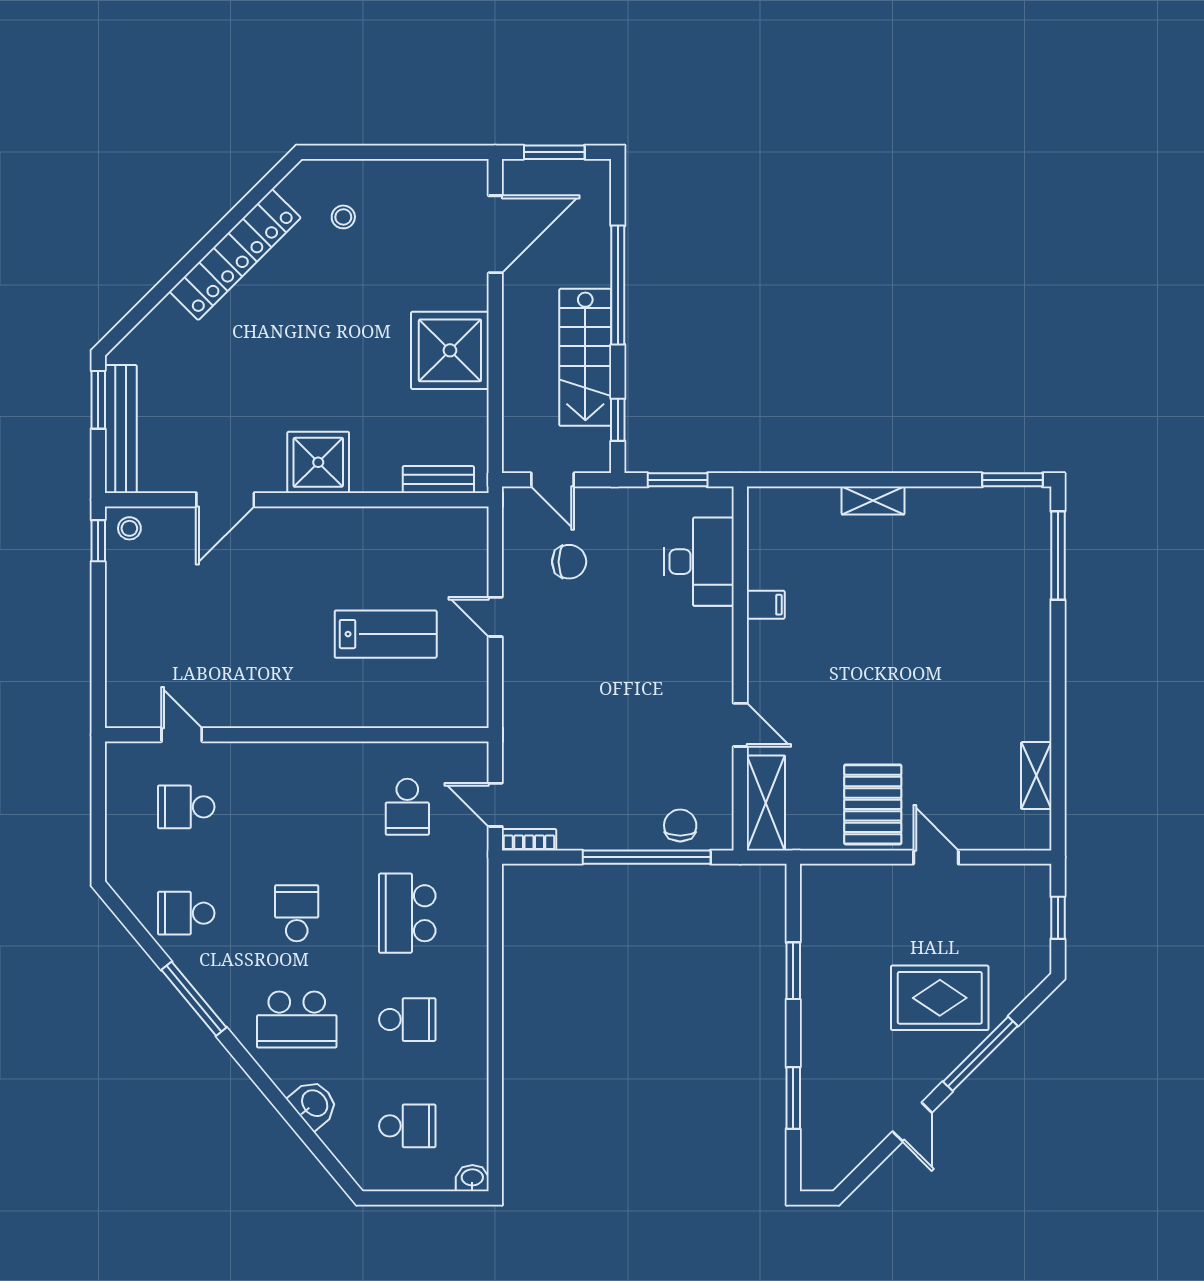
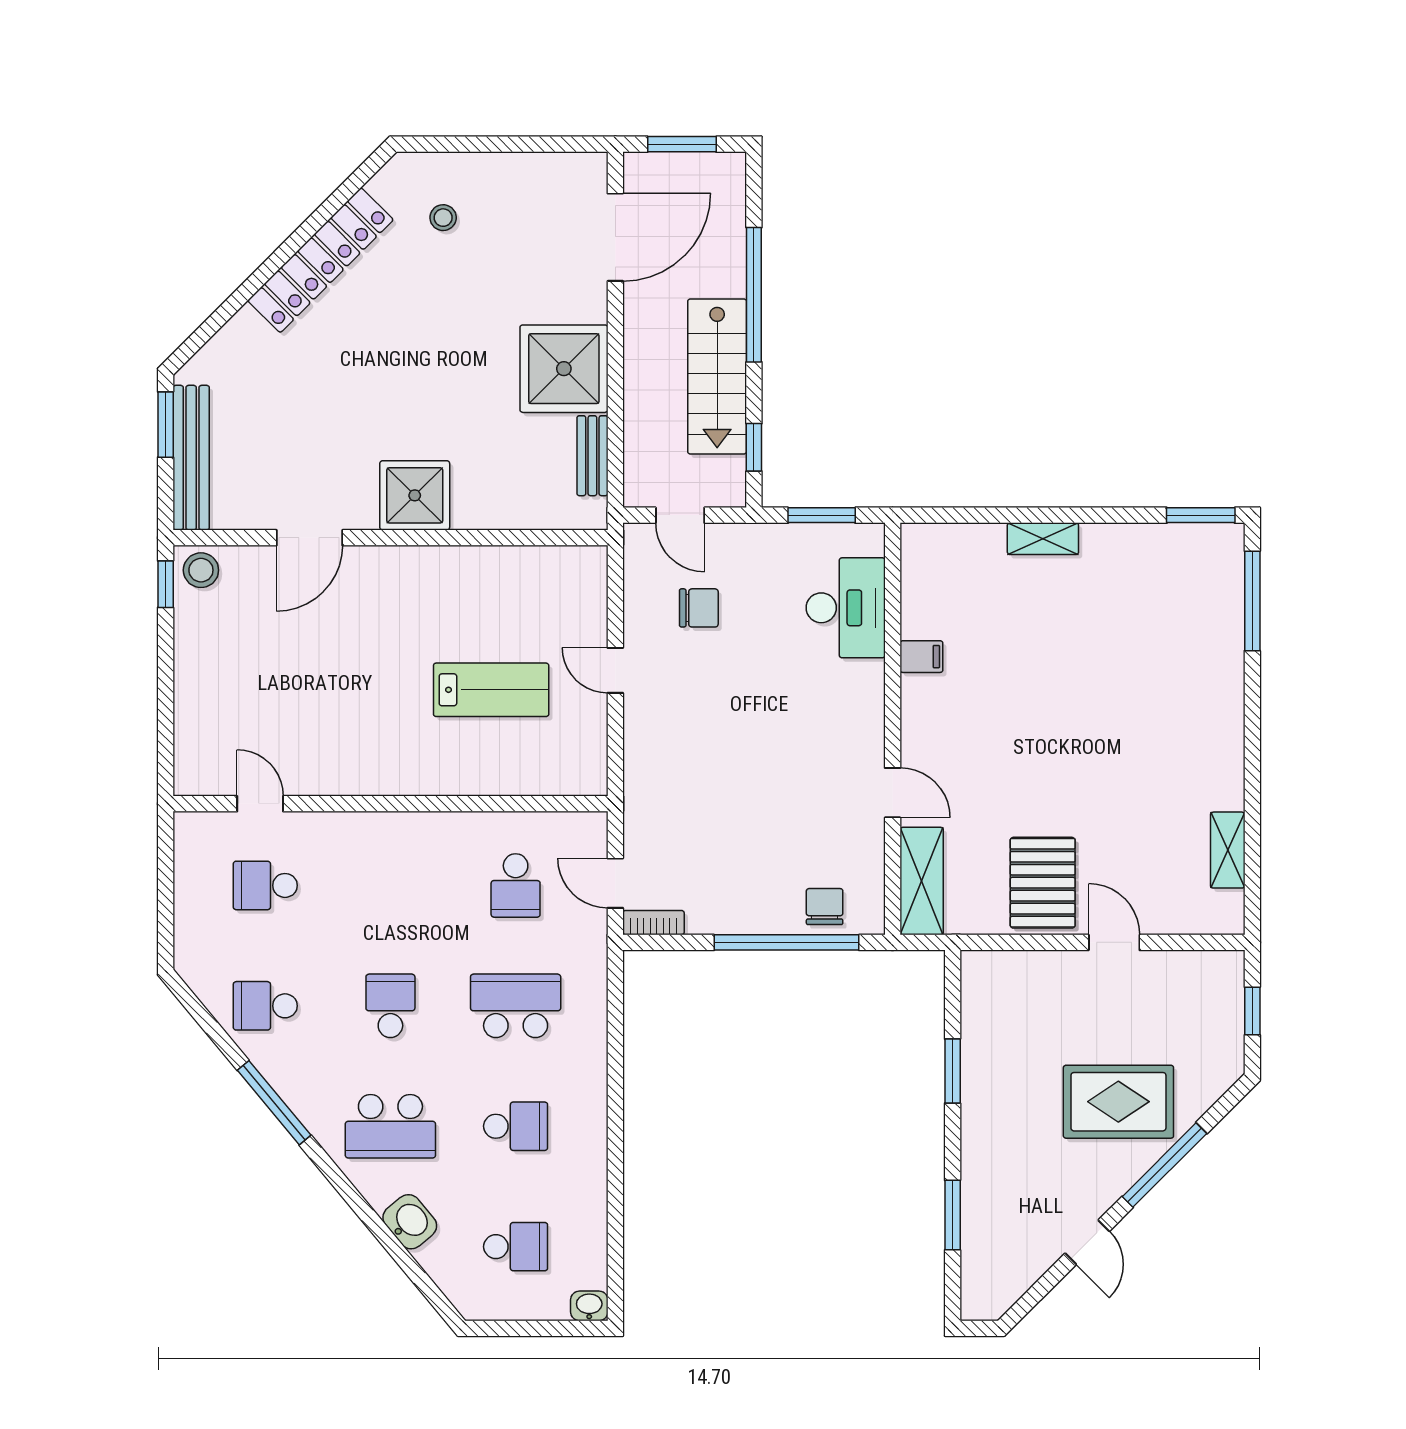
bench: (438, 479) -> (592, 456), moved, turned 90
stool: (129, 528) -> (201, 570), width x1.37, depth x1.37
school desk: (407, 913) -> (516, 1006), turned 90

